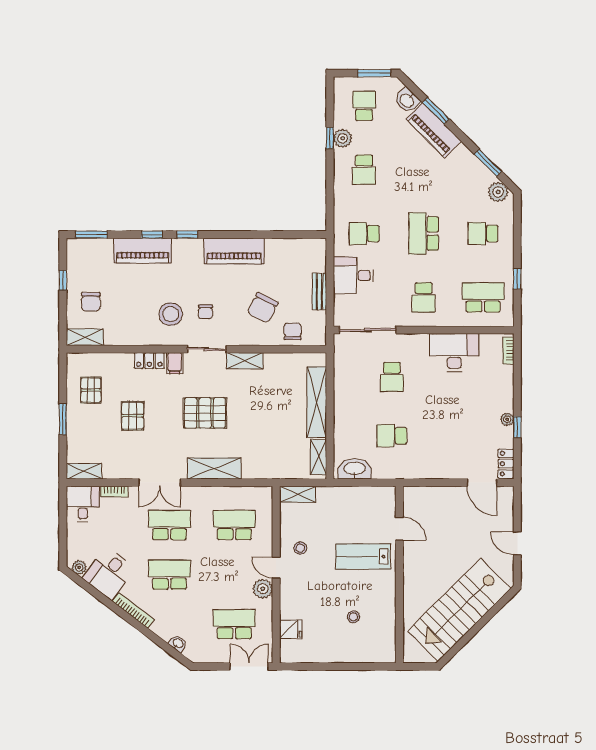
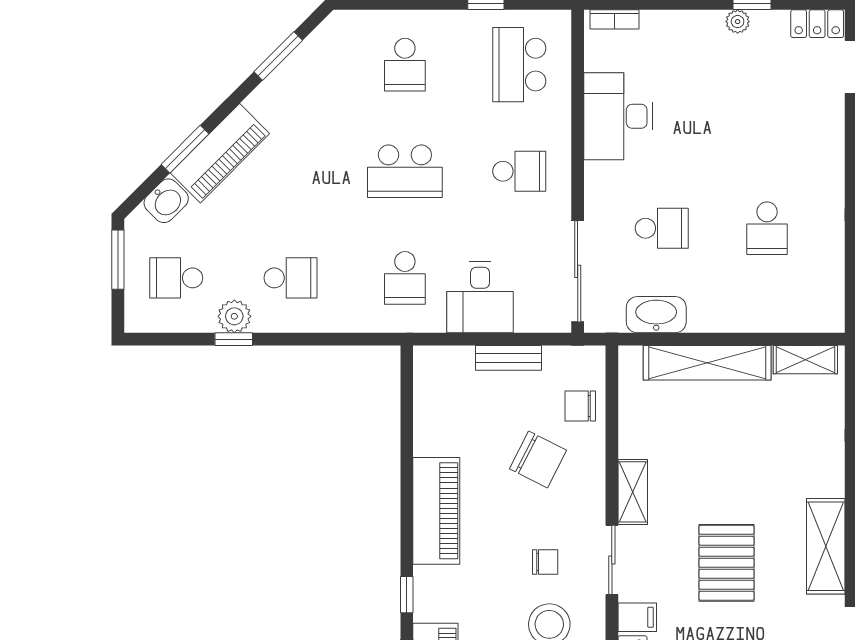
plant: (498, 192) -> (331, 38), removed
washbasin: (355, 469) -> (656, 315), moved, turned 90

